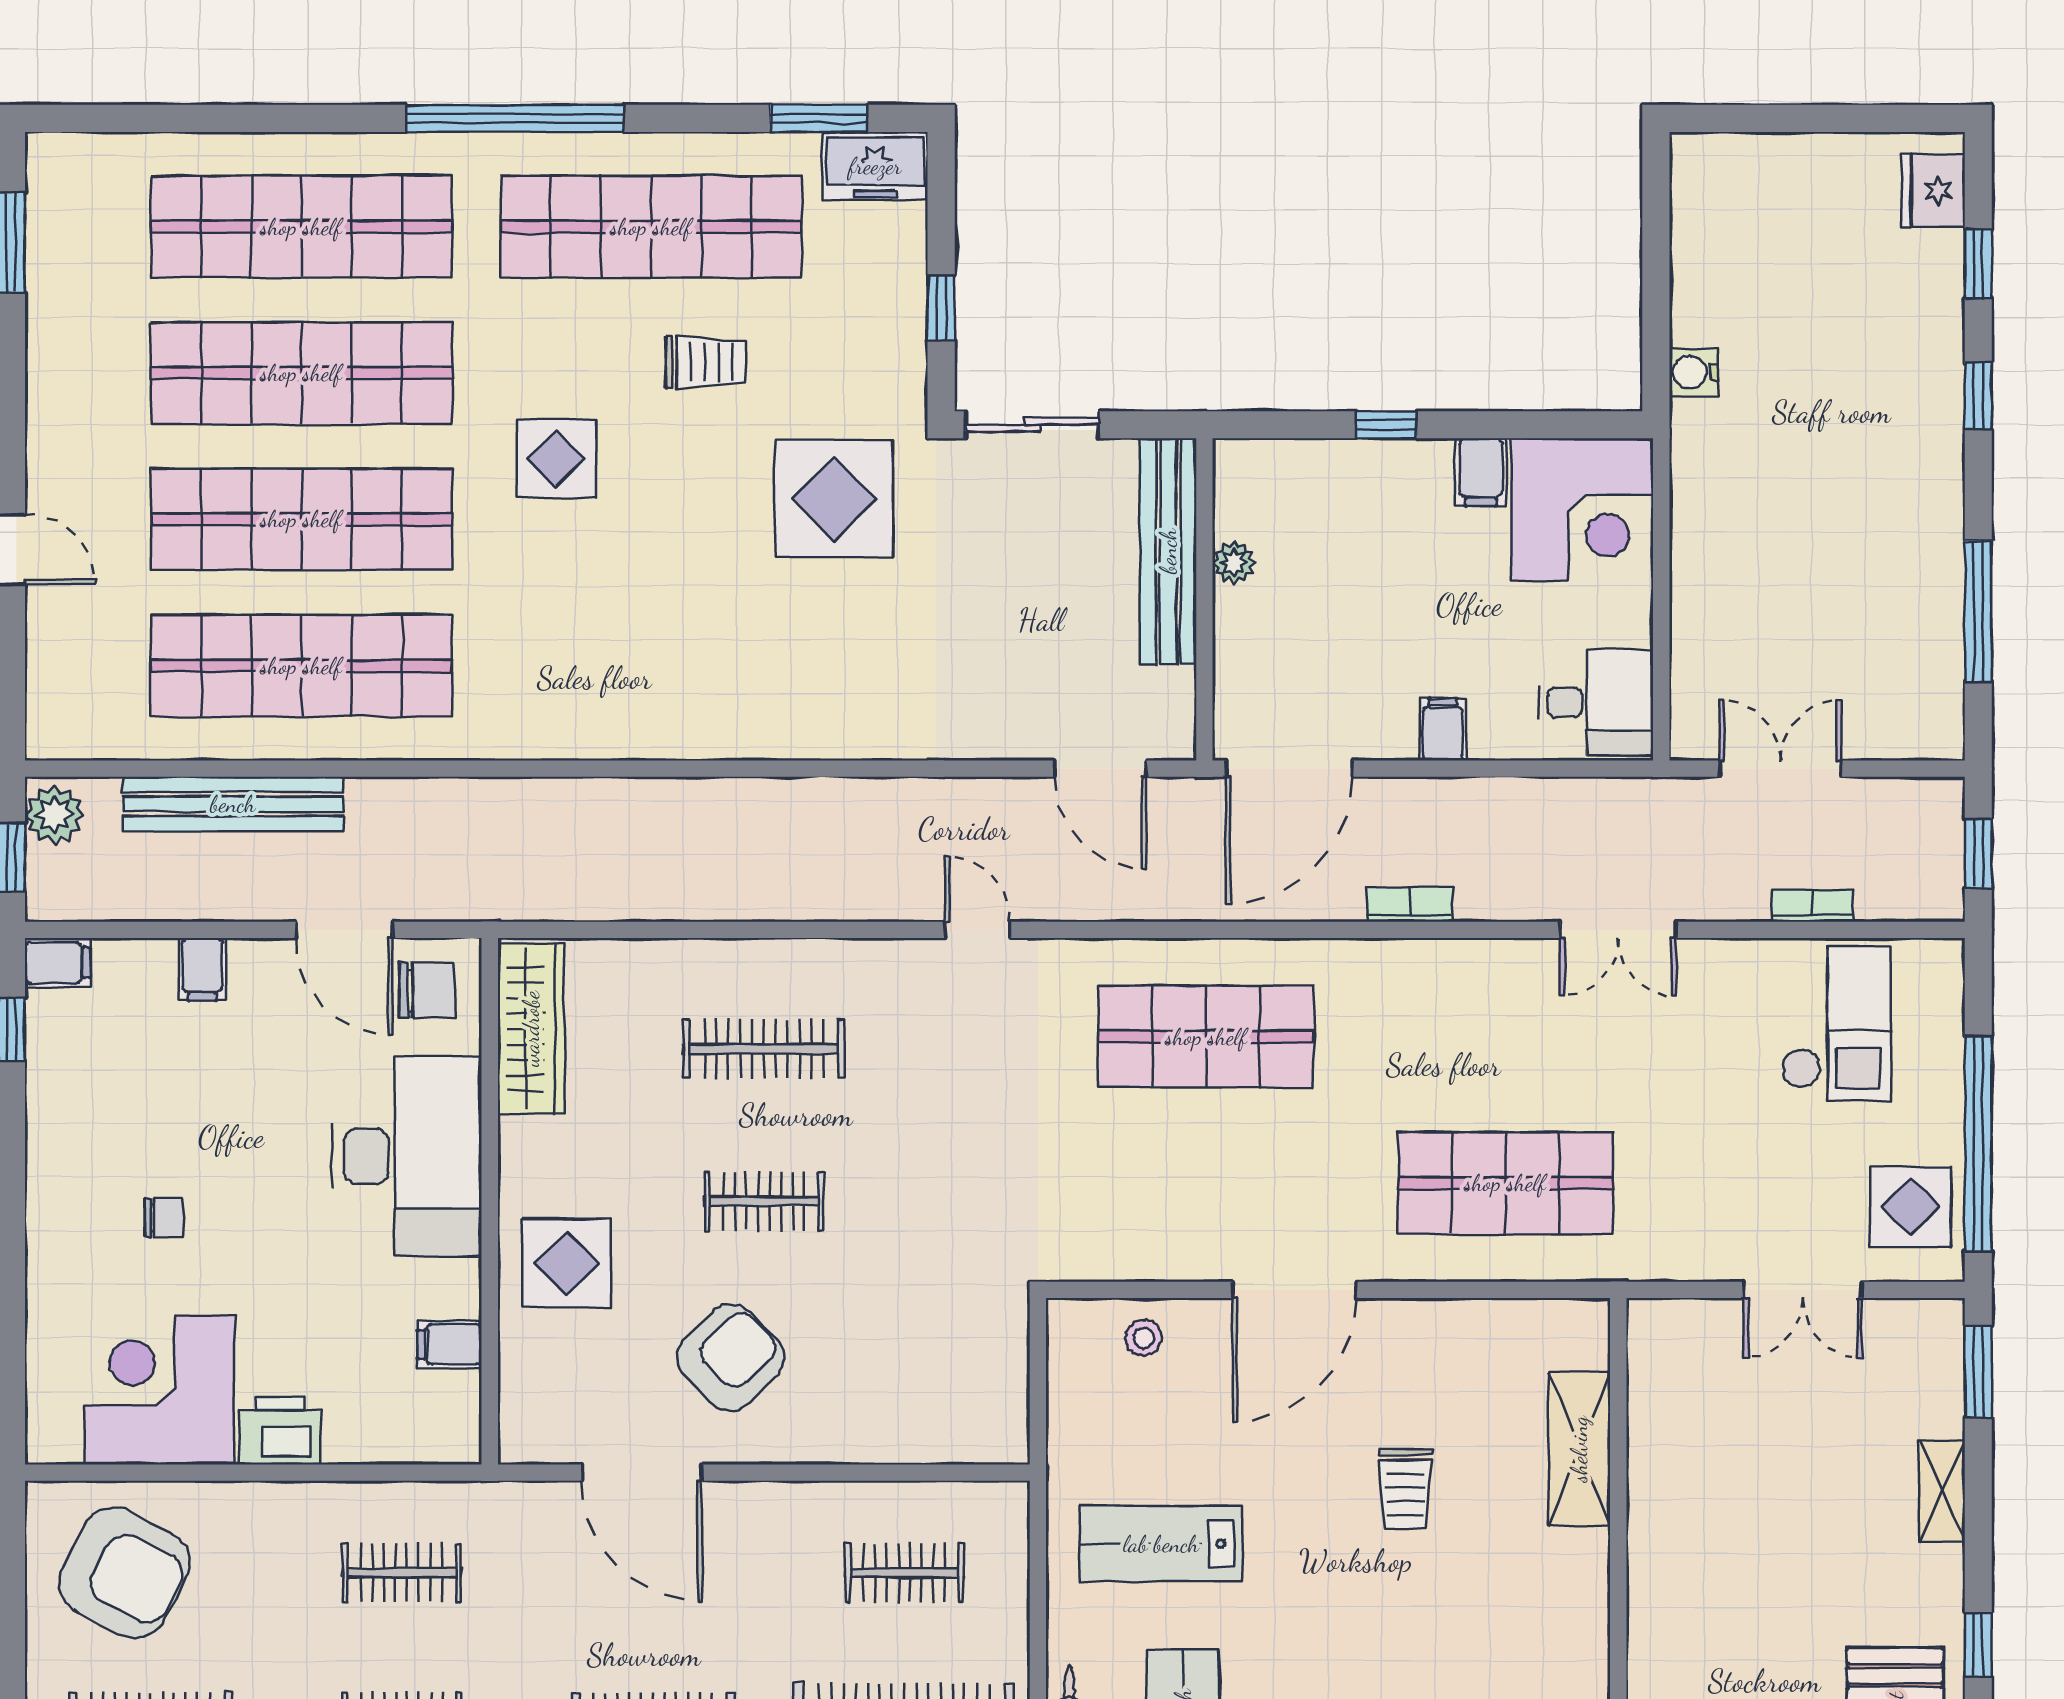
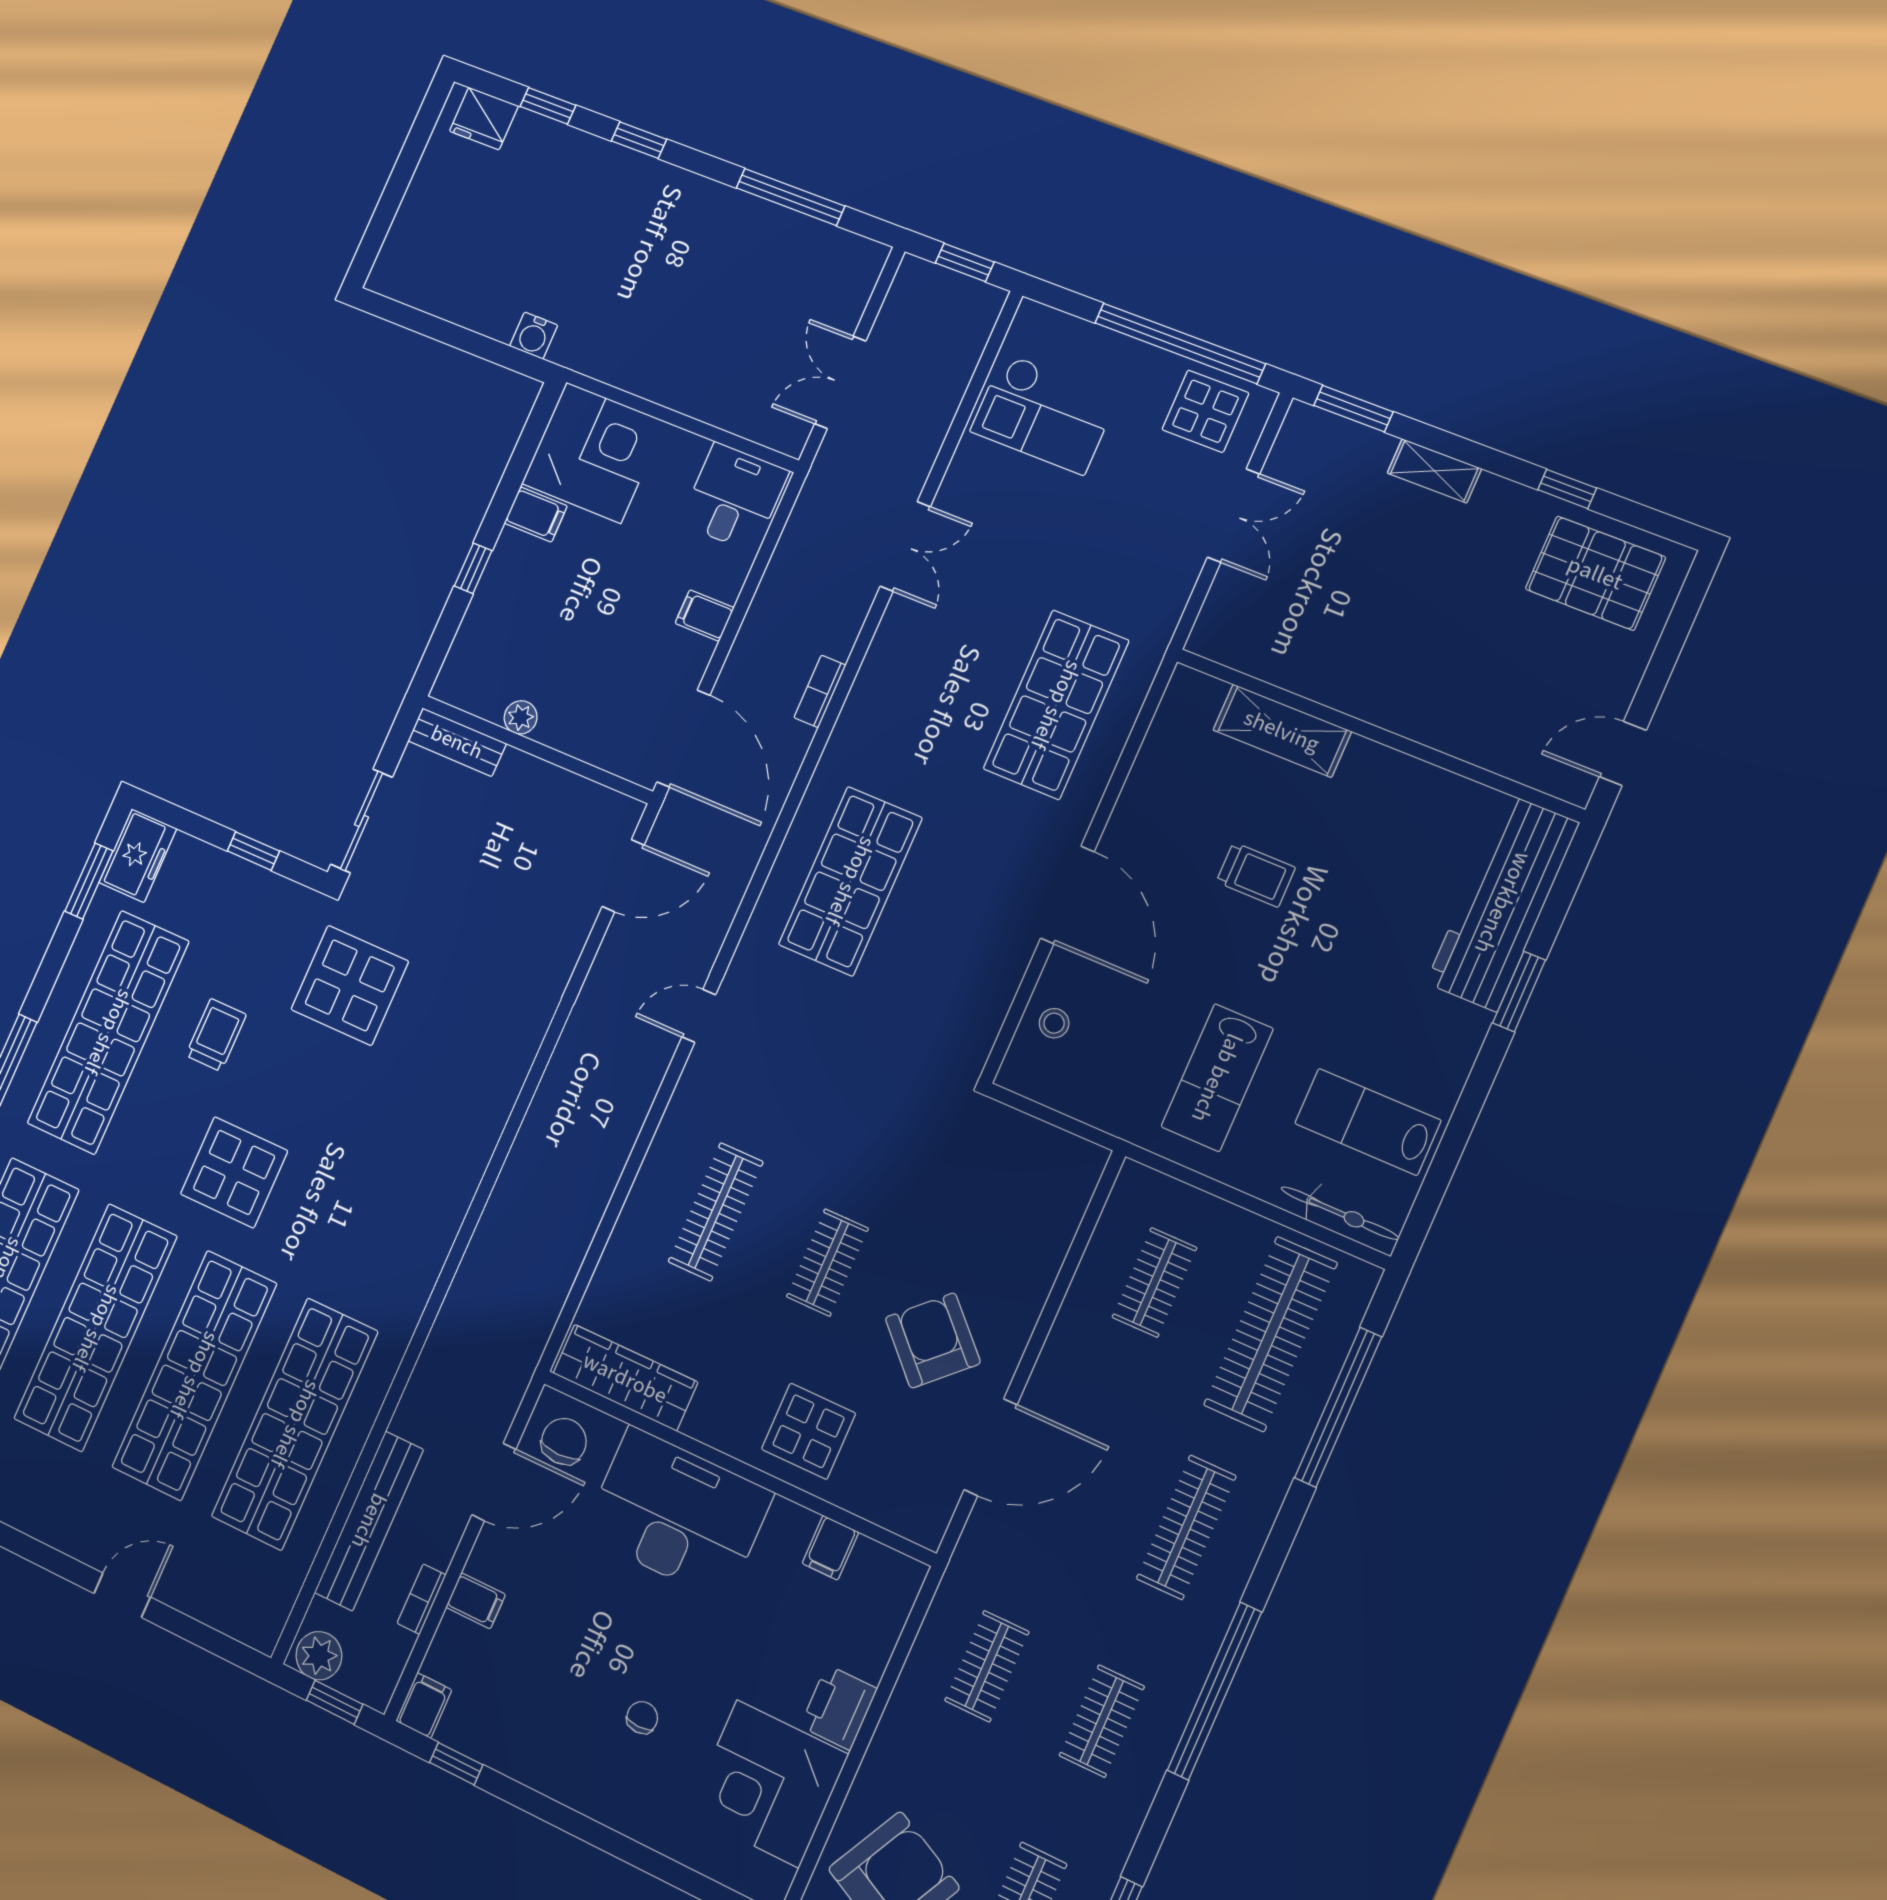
display table: (556, 459) -> (234, 1172), width x1.36, depth x1.36
bench: (1168, 551) -> (457, 742), width x0.54, depth x0.82
bookcase: (1813, 906) -> (421, 1599), moved
checkout: (1836, 1023) -> (1044, 414), turned 180

